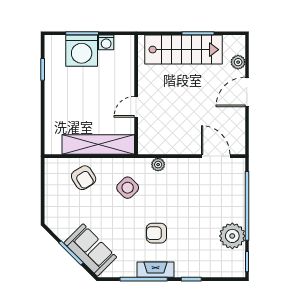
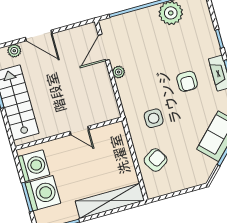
washing machine: (106, 42) -> (34, 166), width x1.89, depth x1.89
shelving: (98, 145) -> (110, 201), moved, turned 90
plant: (158, 165) -> (119, 72), moved
side table: (128, 188) -> (154, 118), turned 45

